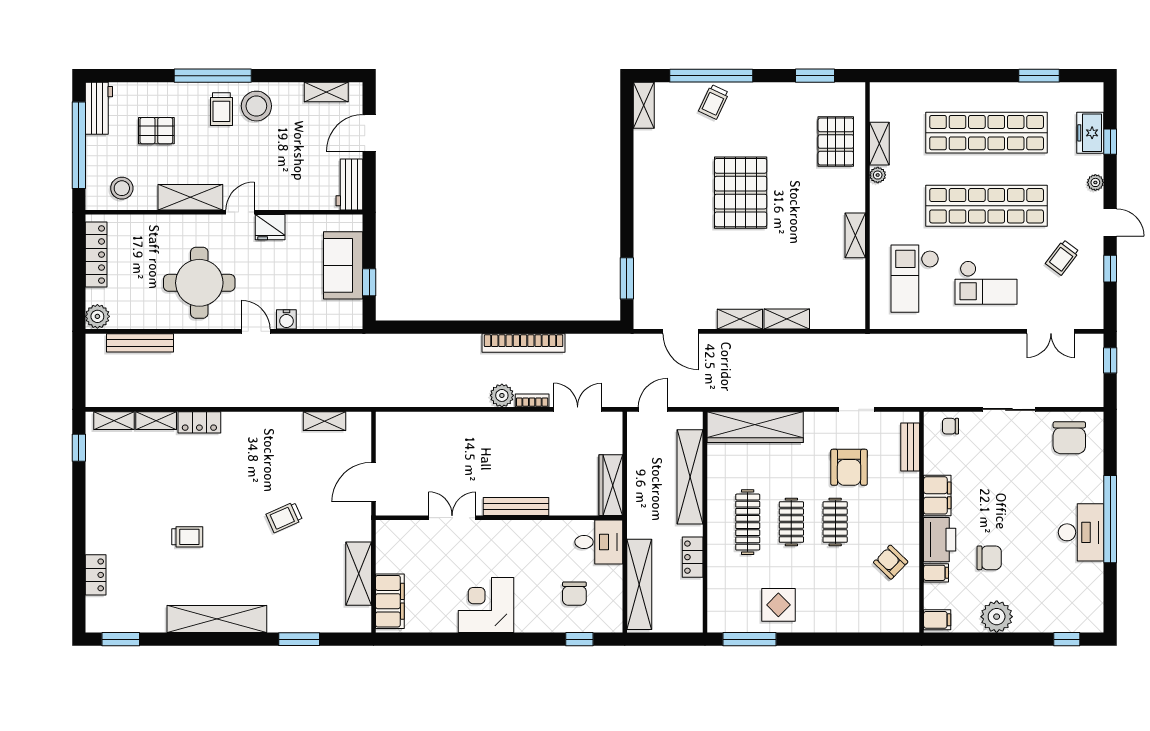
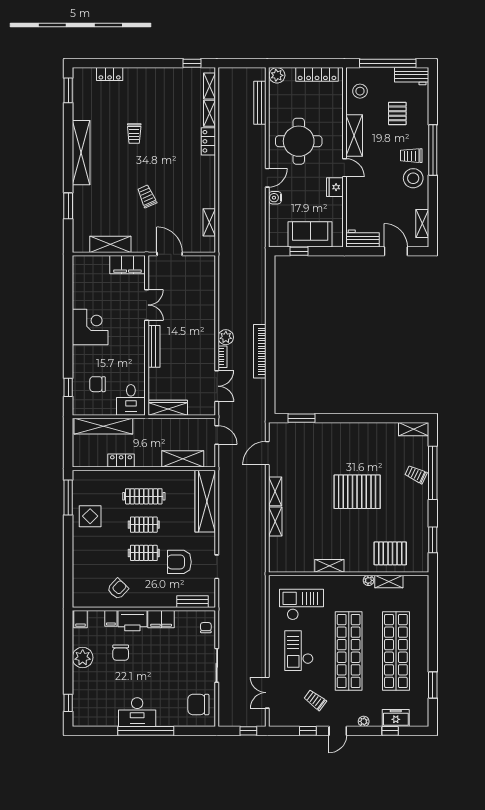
shelving: (690, 477) -> (183, 459), width x0.68
filing cabinet: (390, 601) -> (127, 265), moved

